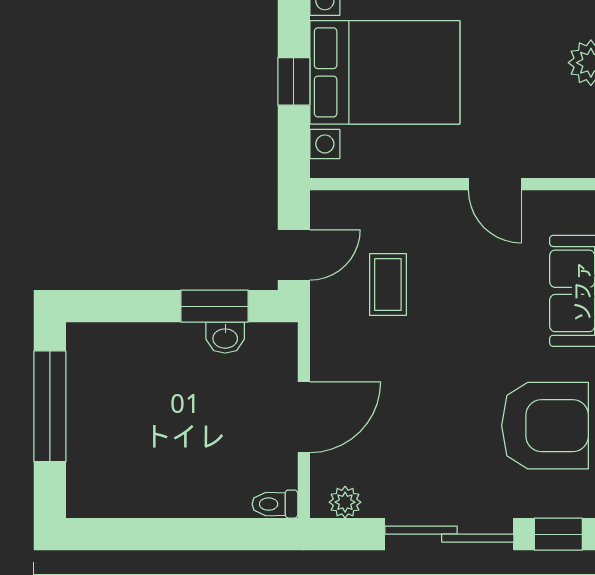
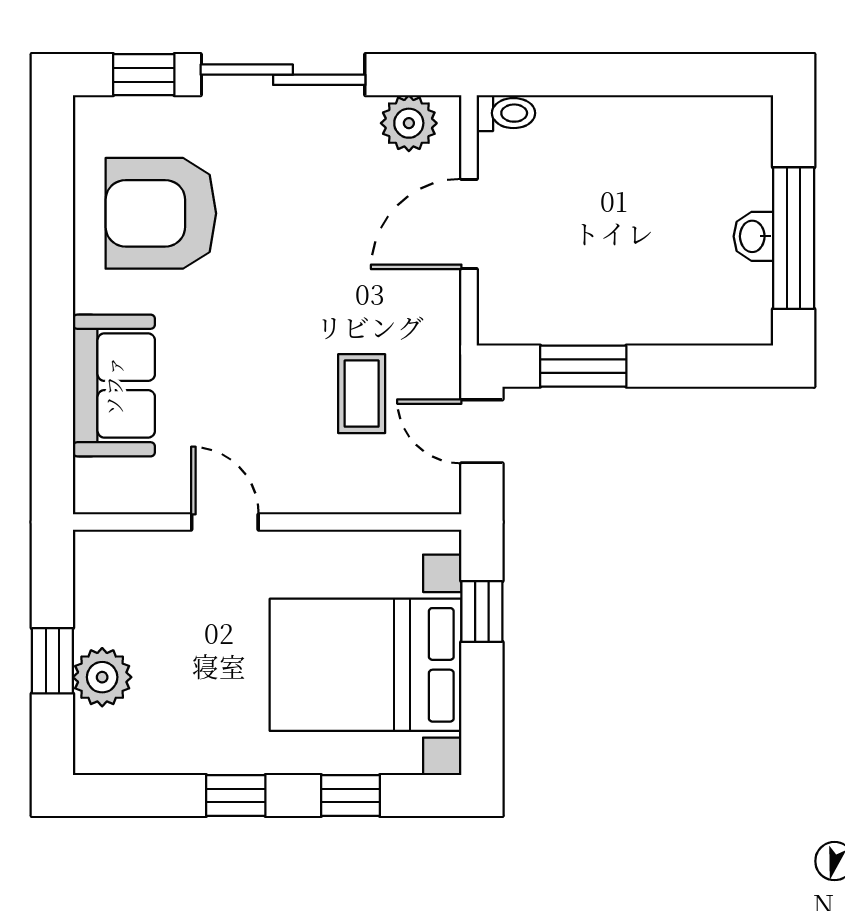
window: (294, 81) -> (482, 611), moved
door: (294, 255) -> (482, 431), hinge flipped
washbasin: (225, 338) -> (753, 236), moved, turned -90
plant: (345, 502) -> (409, 123), width x1.38, depth x1.38

